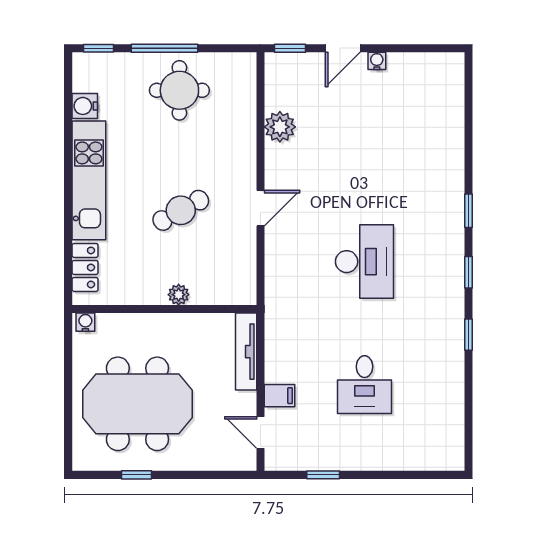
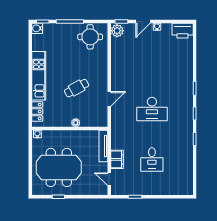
printer: (439, 71) -> (183, 31), added
round table: (179, 90) -> (90, 37), moved
water cooler: (85, 106) -> (37, 28), moved
plant: (280, 127) -> (117, 31), moved
door: (260, 208) -> (109, 99), moved
desk: (365, 262) -> (152, 109), turned 90
filing cabinet: (279, 396) -> (117, 159), width x2.00

